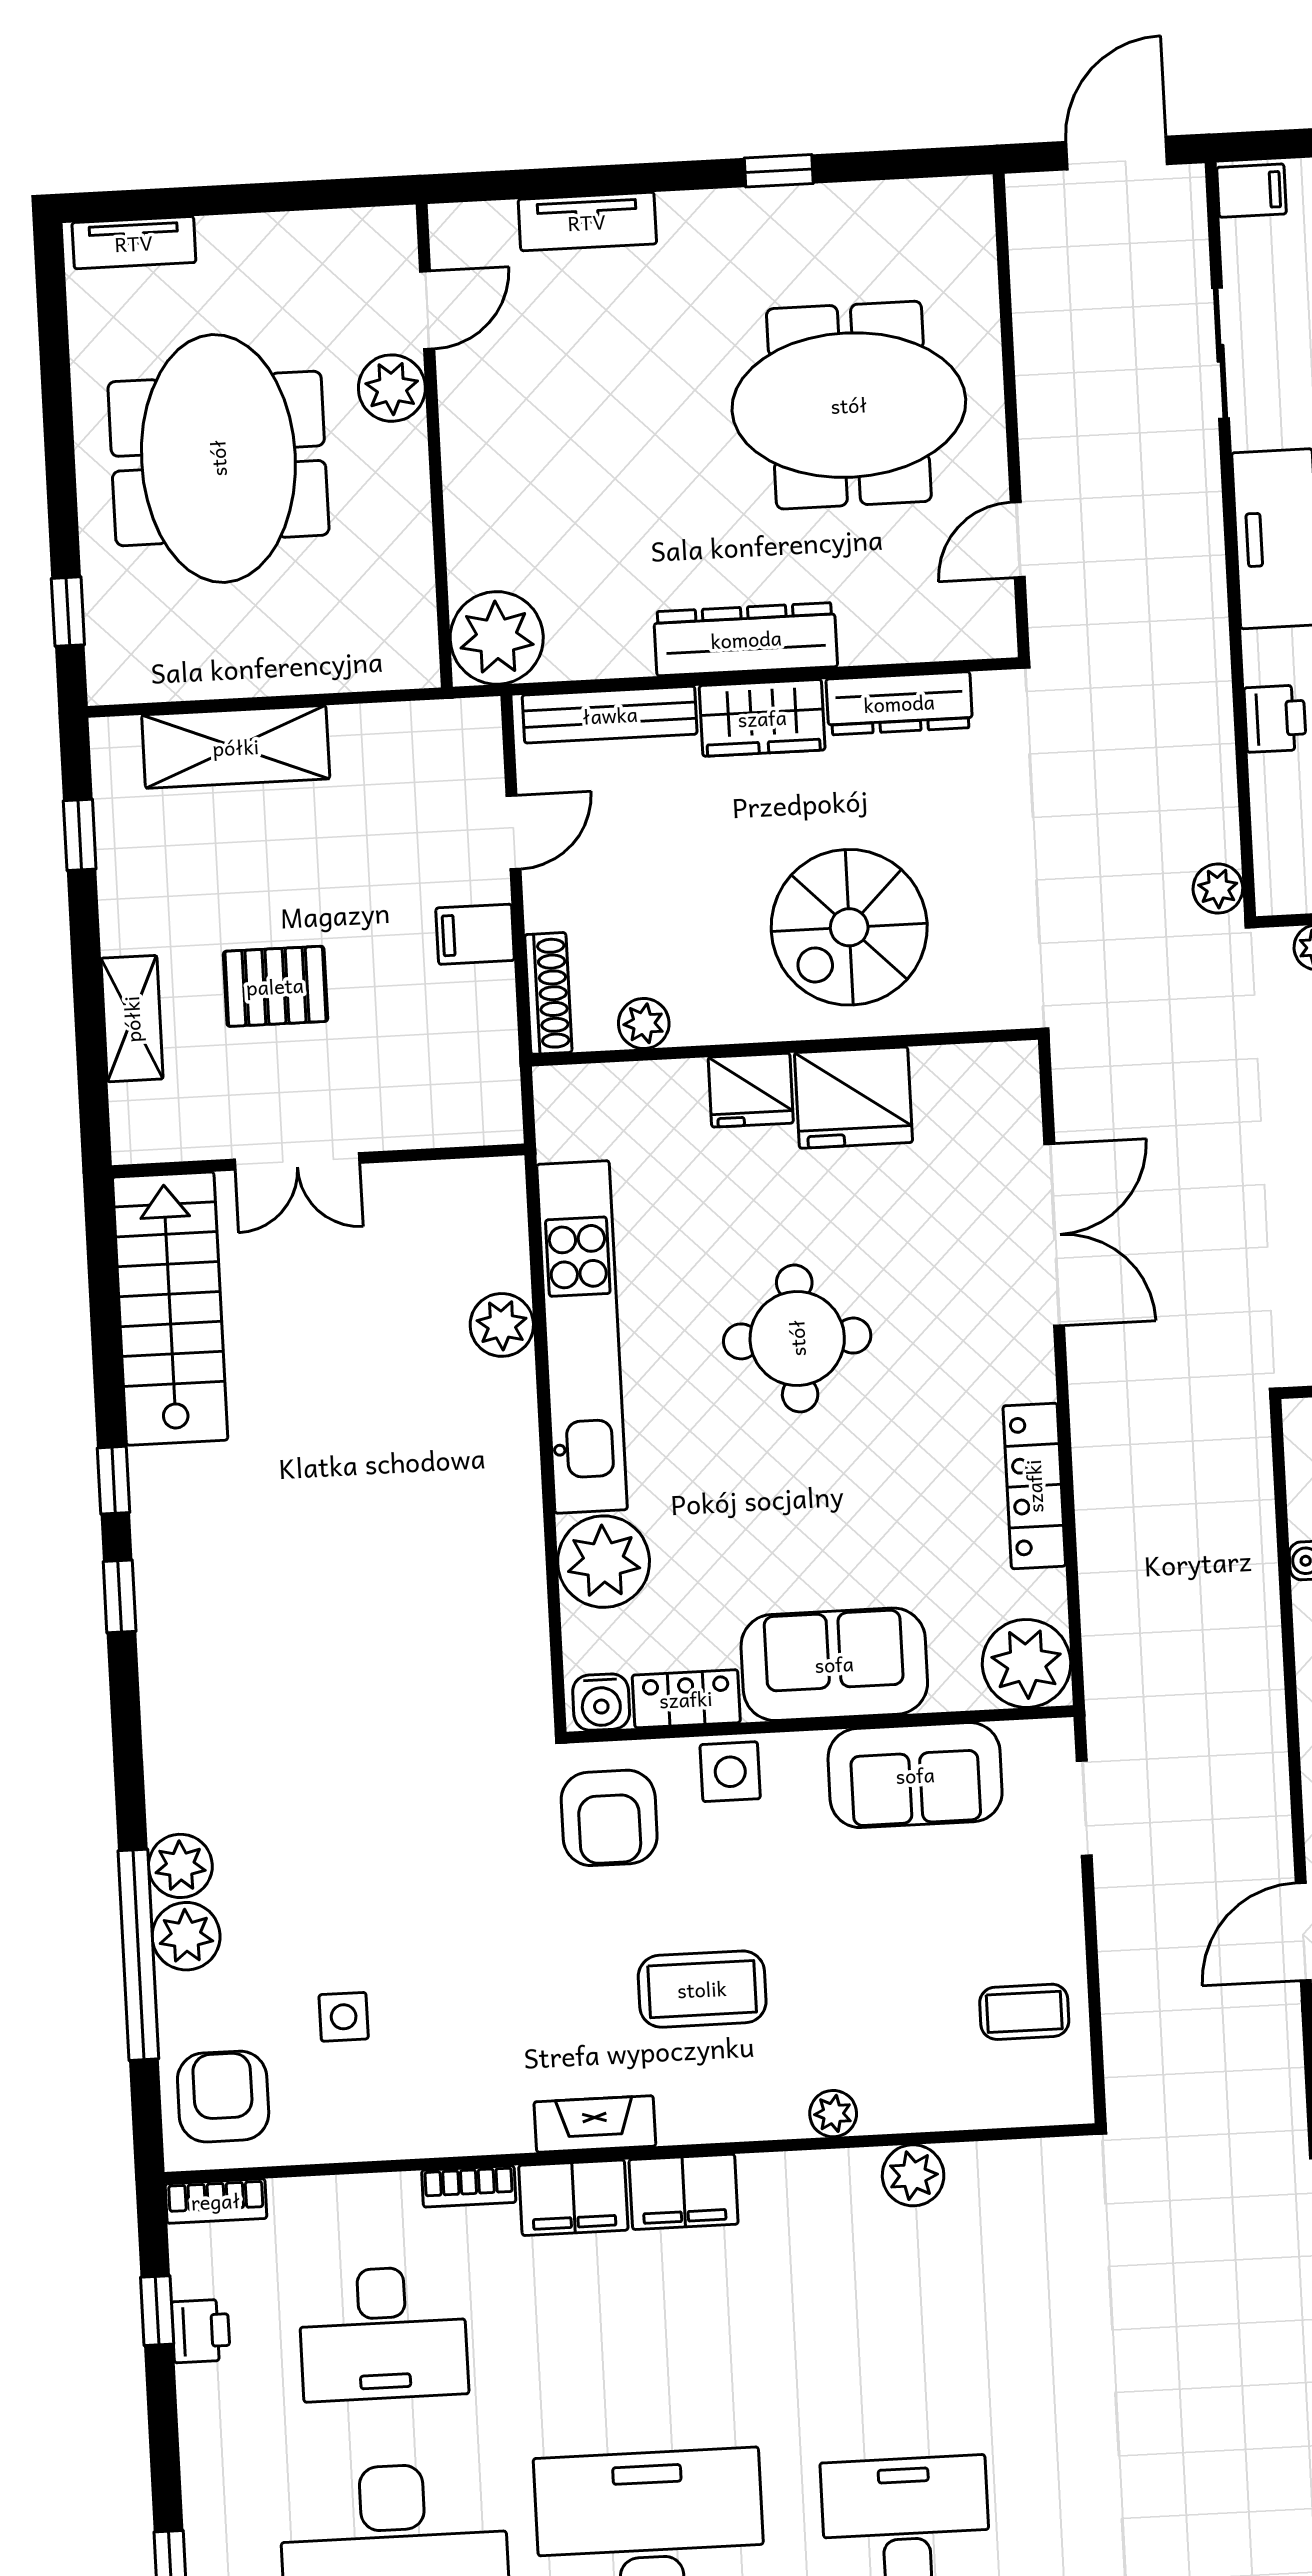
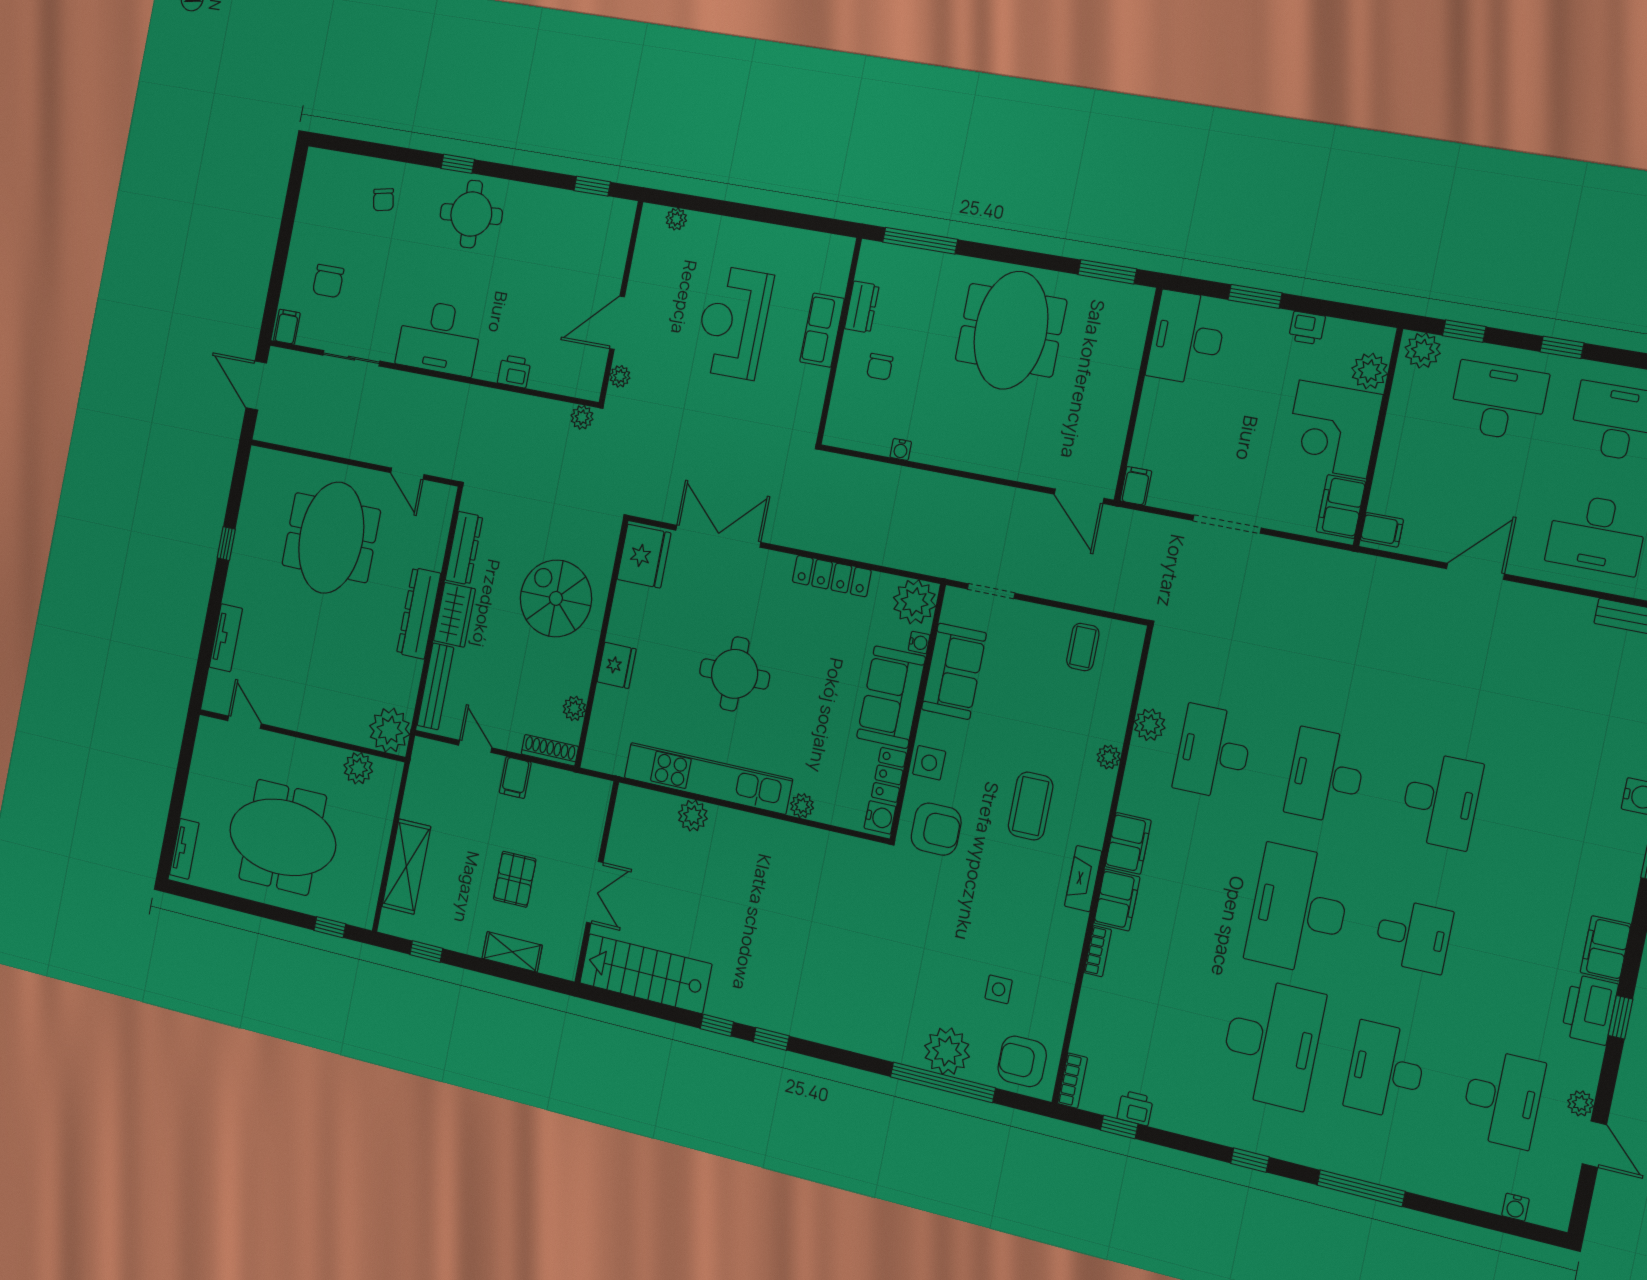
plant: (392, 388) -> (358, 768), moved
spiral stairs: (849, 927) -> (556, 598), turned 180
fridge: (853, 1098) -> (644, 556), moved
plant: (604, 1562) -> (802, 806), width x0.53, depth x0.53
water cooler: (952, 1692) -> (919, 642), added
plant: (180, 1866) -> (905, 1048), removed
plant: (186, 1936) -> (947, 1051), width x1.36, depth x1.36
desk: (383, 2333) -> (1213, 752), moved, turned 180

